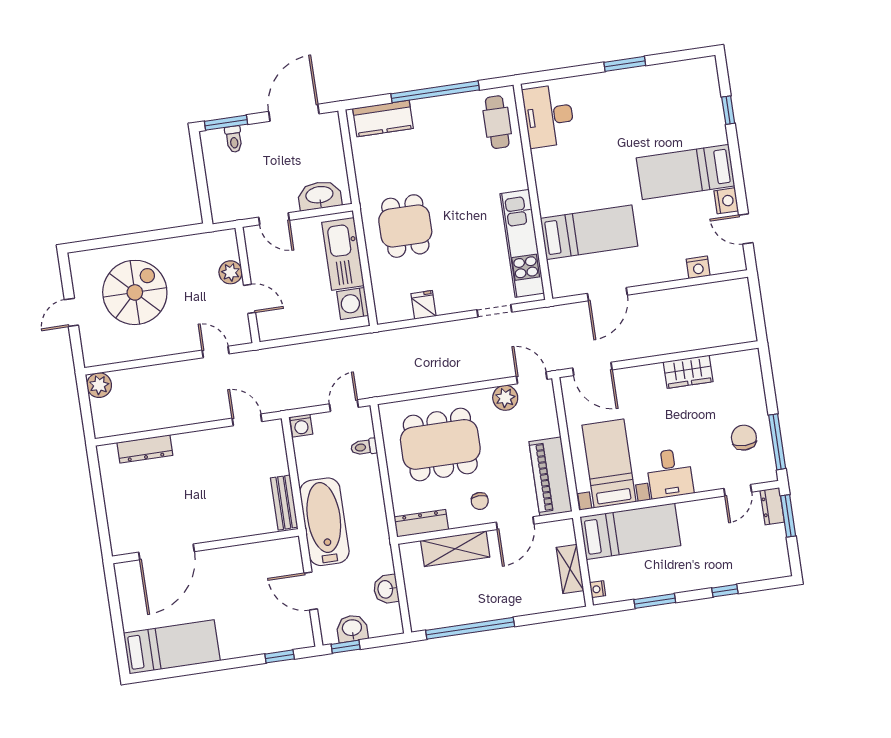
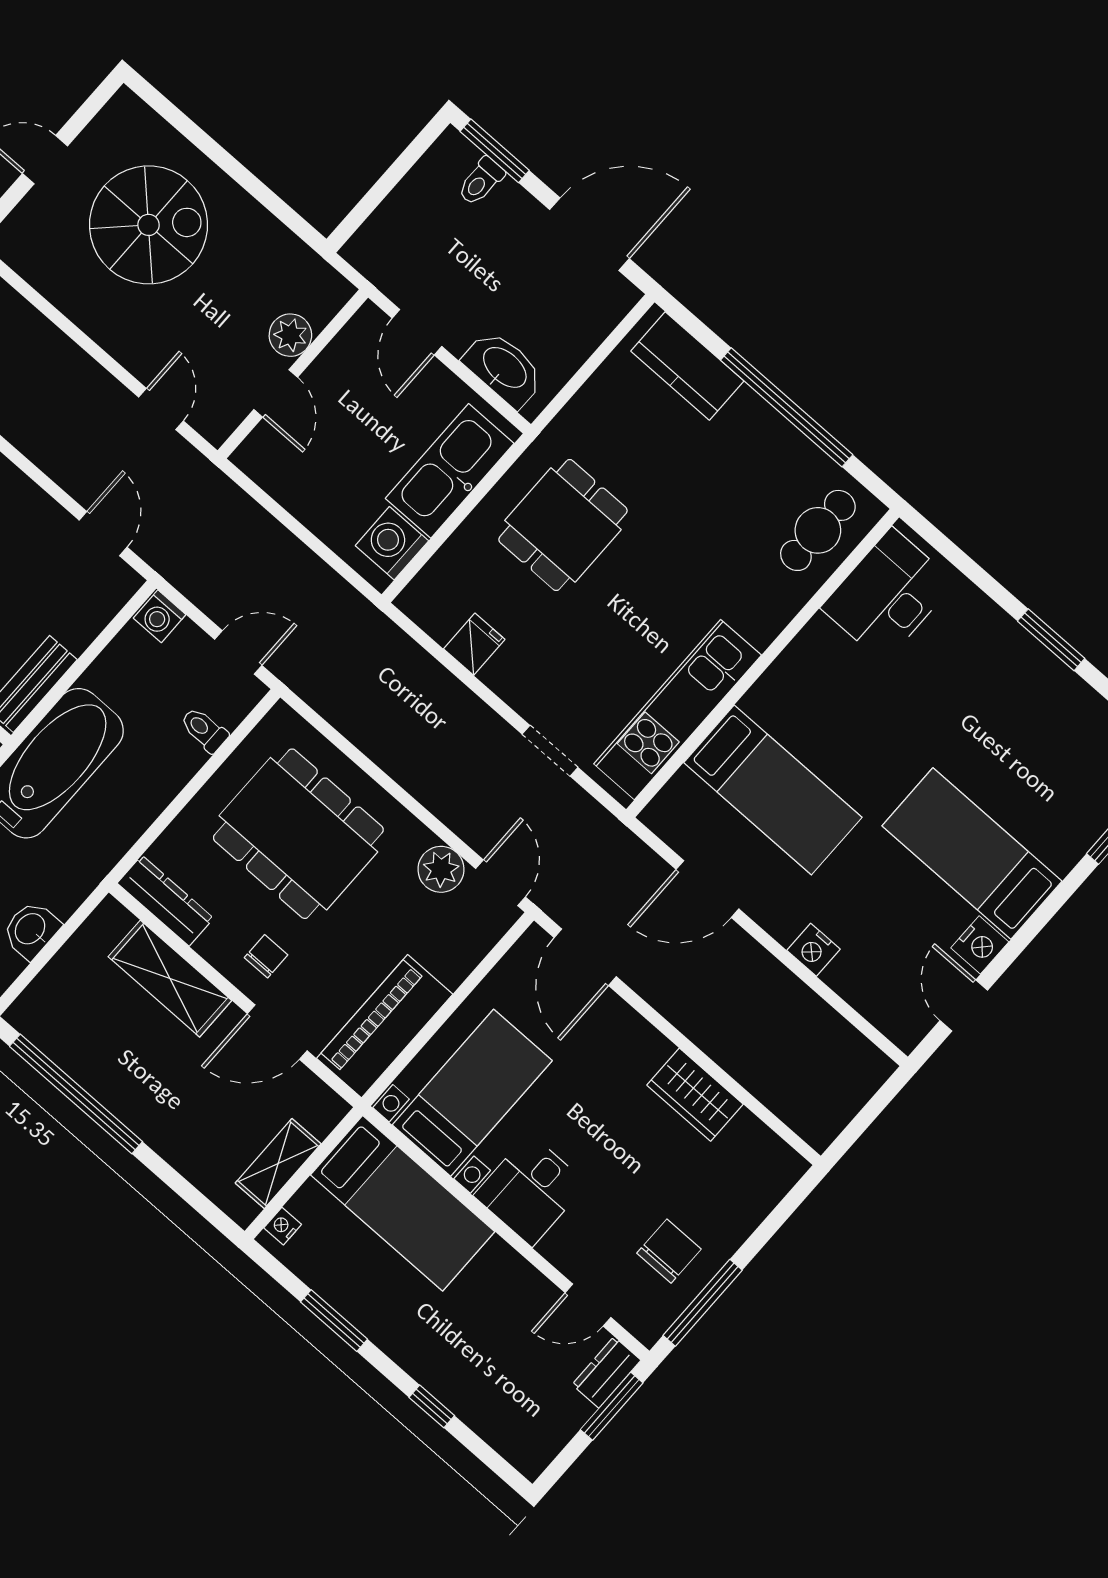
nightstand: (698, 267) -> (813, 950), moved
chair: (480, 501) -> (266, 956), turned 180

